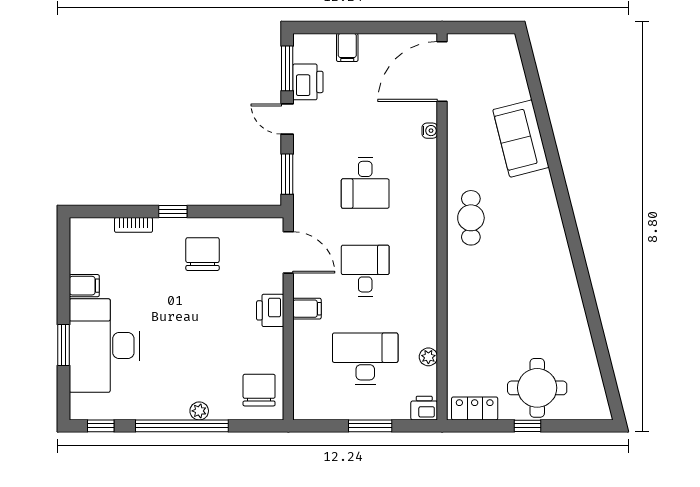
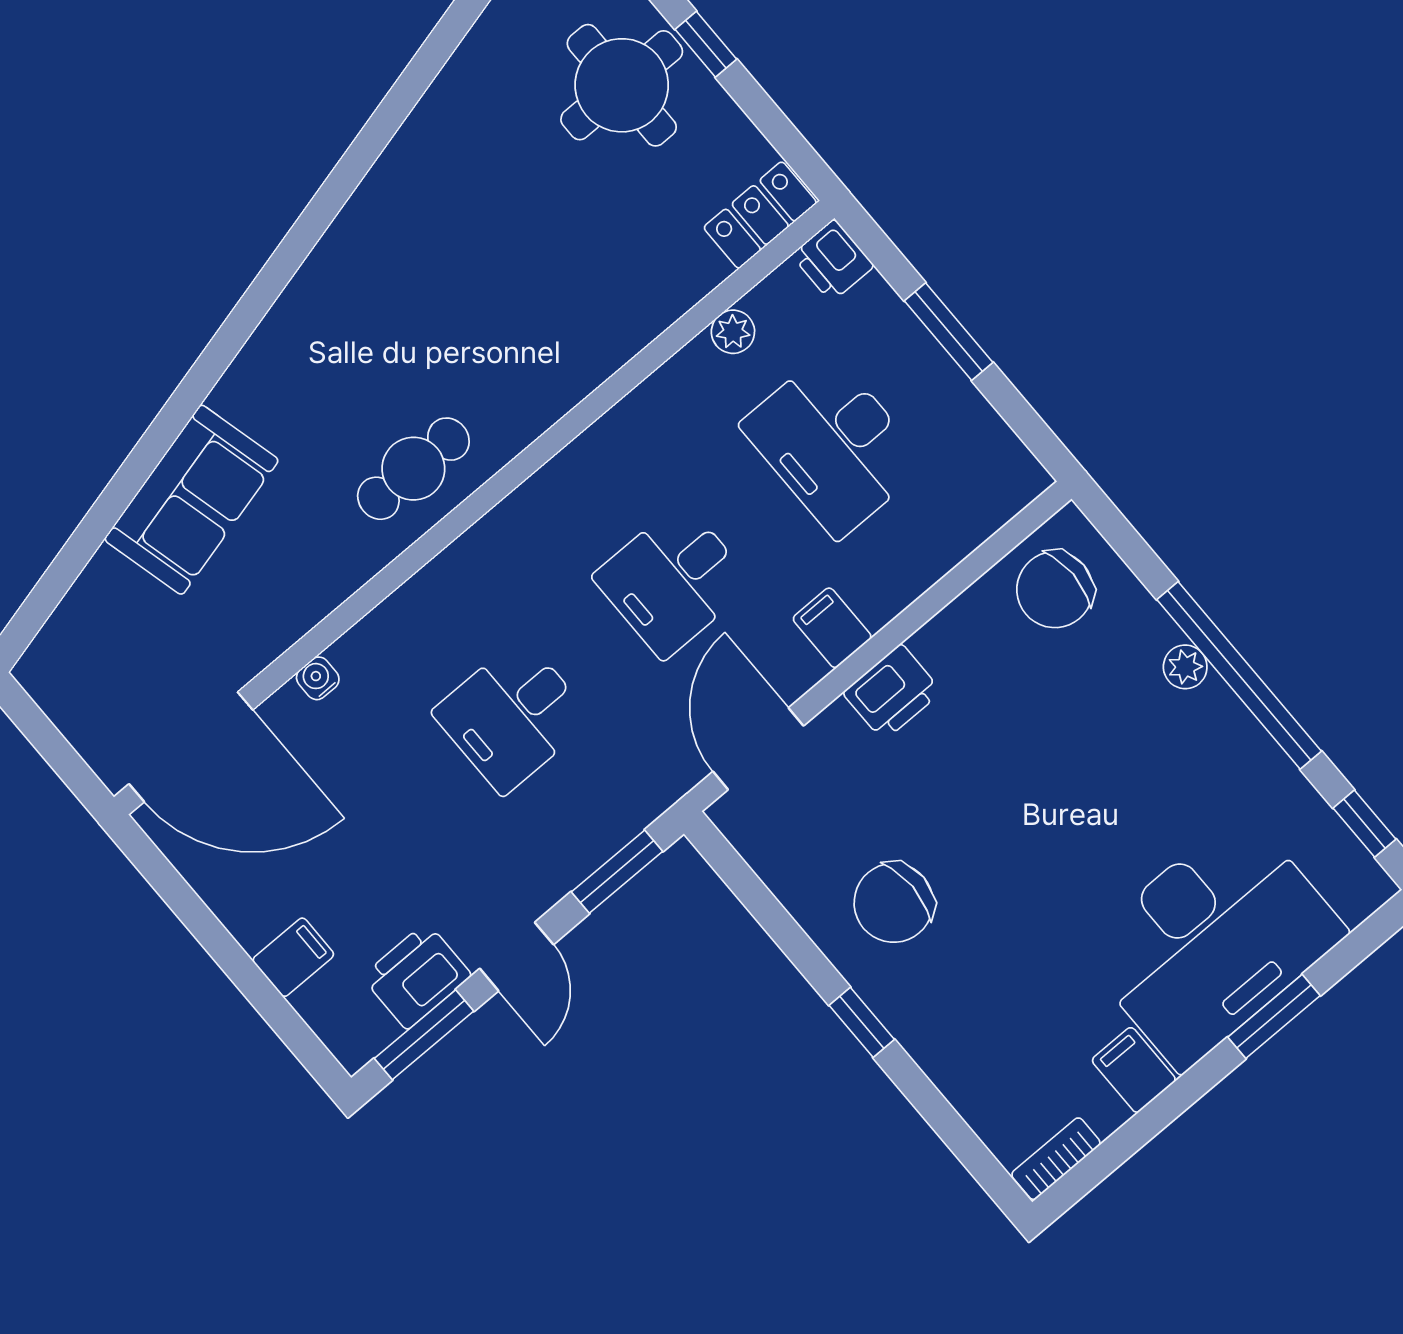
desk: (365, 183) -> (513, 716), turned 180
bookcase: (133, 225) -> (1056, 1159), moved, turned -90
locker: (475, 408) -> (760, 215), moved, turned 90

